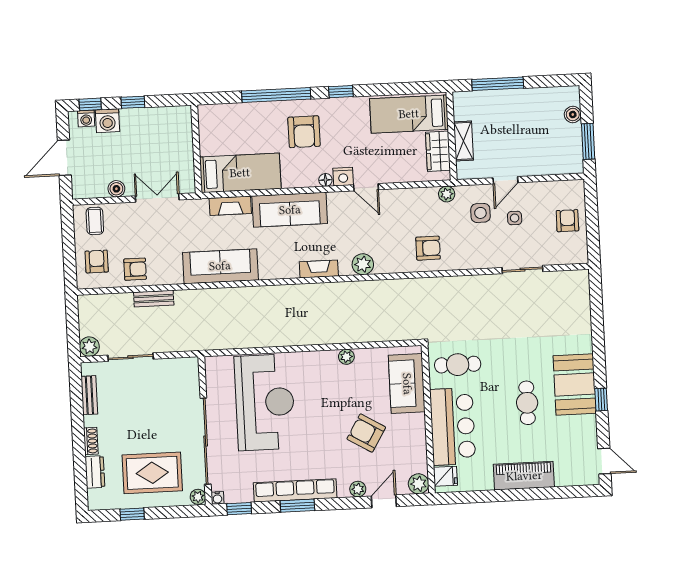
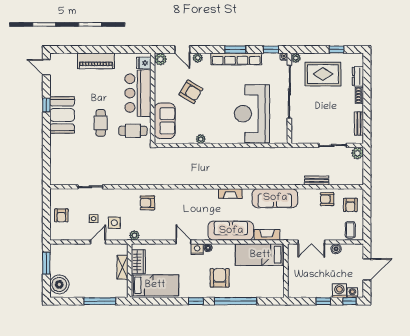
boiler: (573, 115) -> (59, 284), width x1.86, depth x1.86
plant: (363, 264) -> (188, 195), removed
fireplace: (319, 269) -> (230, 194), moved
cafe table: (527, 403) -> (101, 123), moved
door: (384, 501) -> (182, 49), hinge flipped

